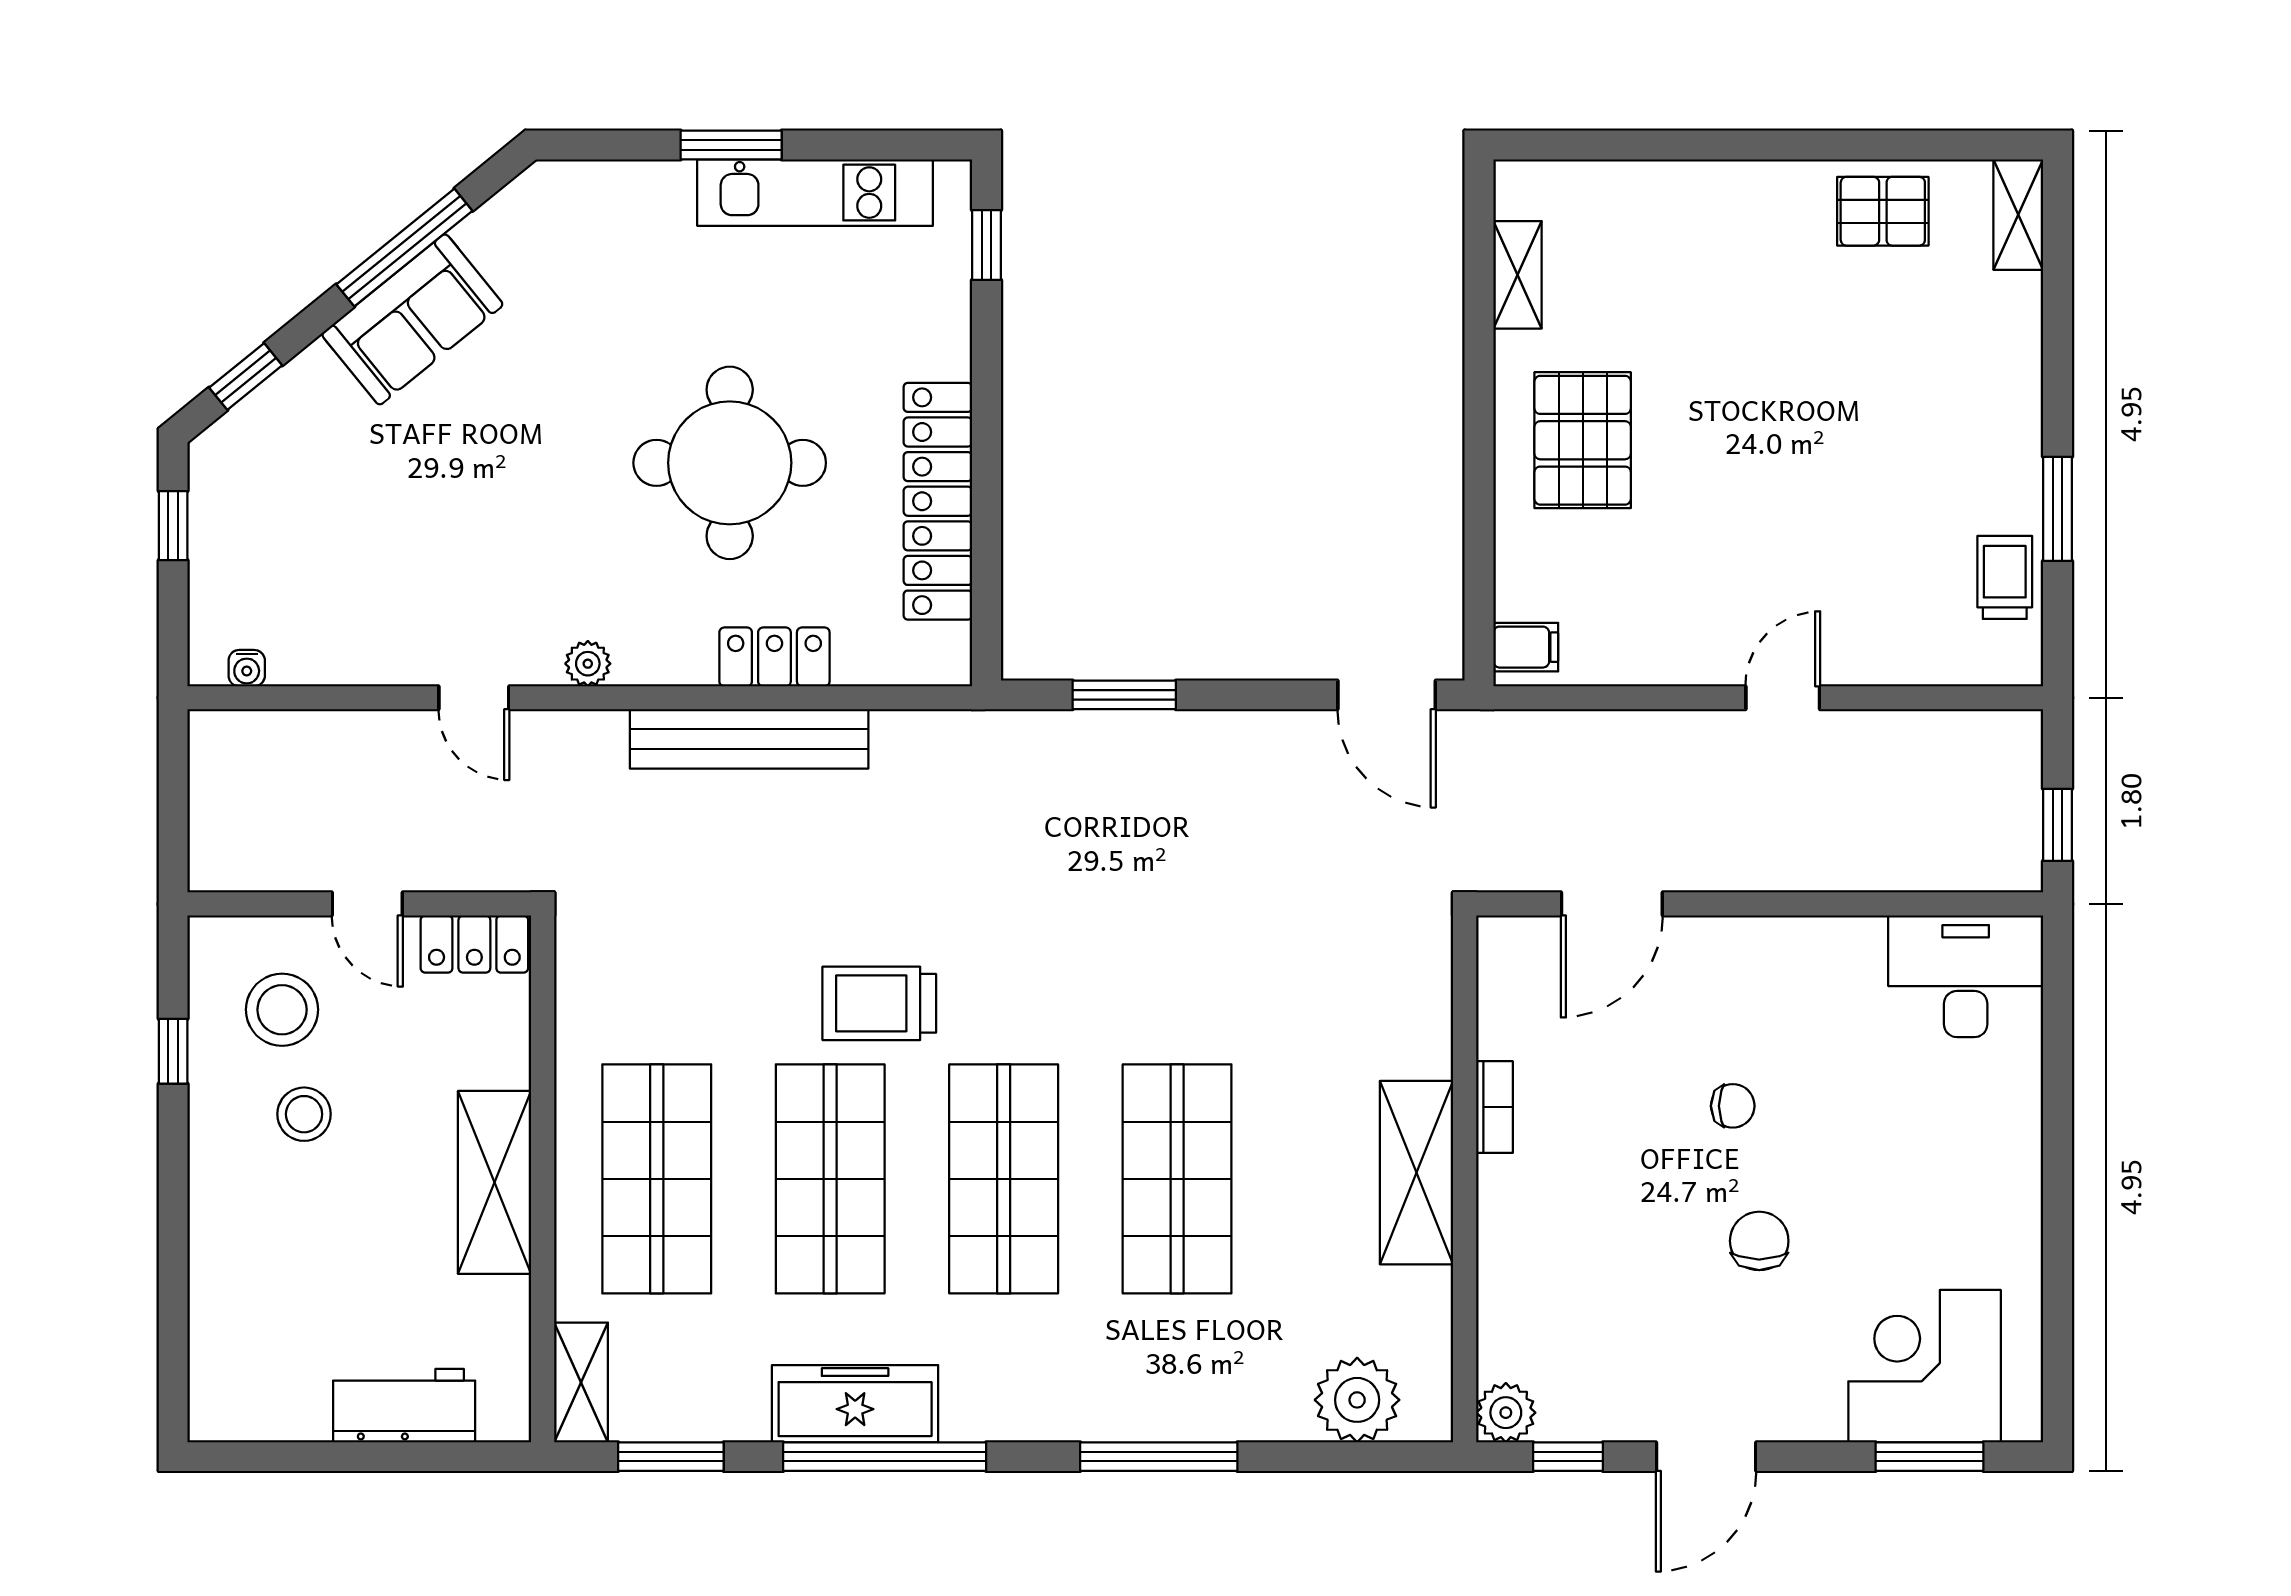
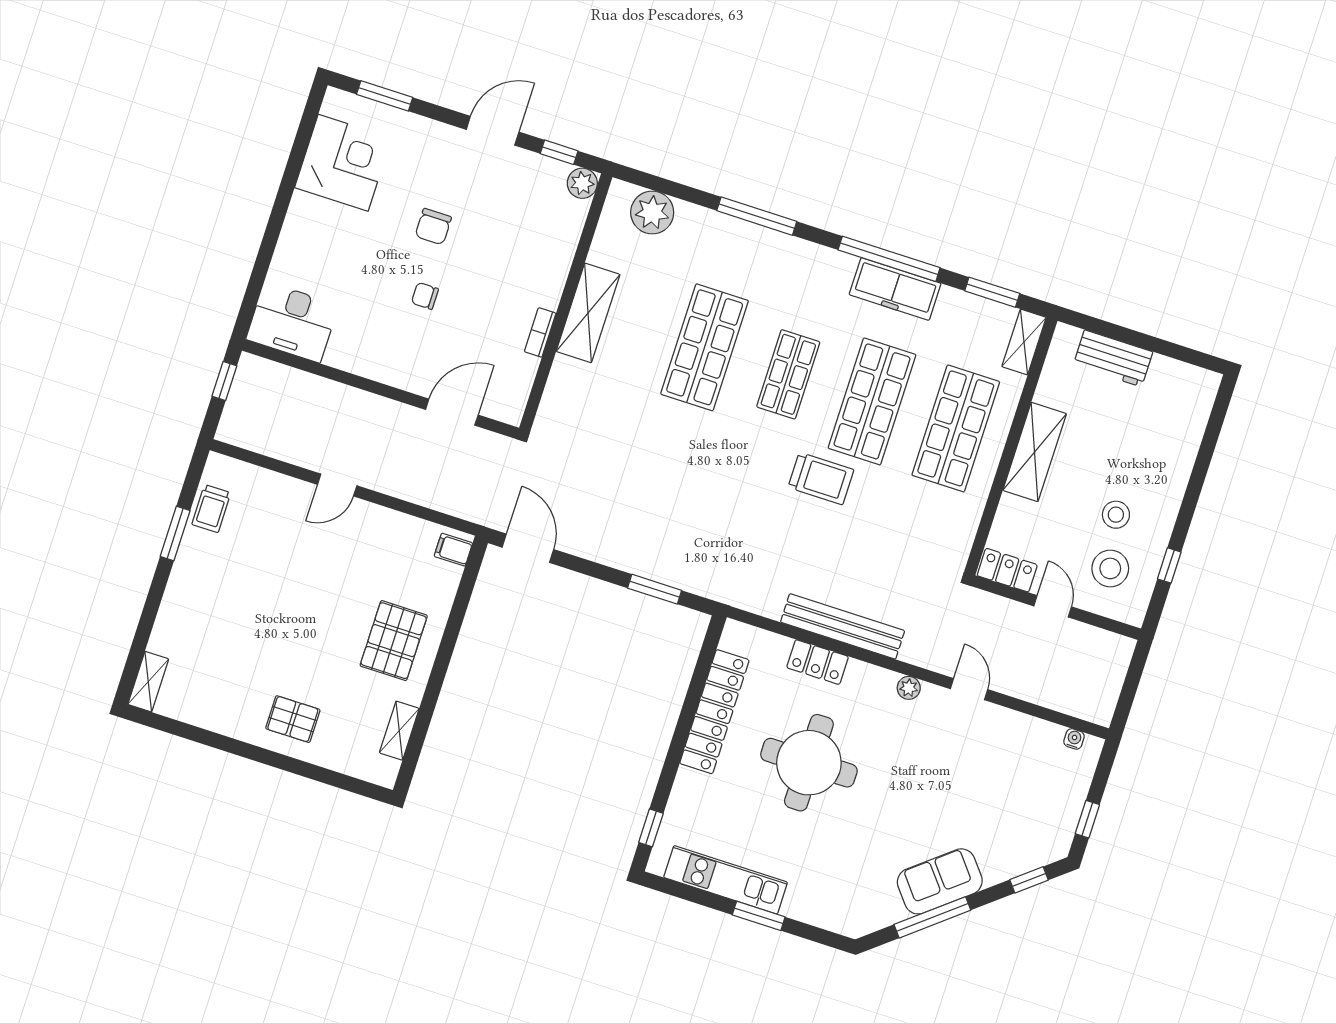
pallet: (1883, 211) -> (293, 719), moved
shop shelf: (1004, 1179) -> (788, 374), width x0.70, depth x0.74
corner desk: (1925, 1366) -> (343, 163), moved, turned -90

